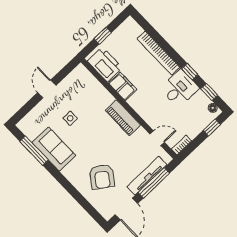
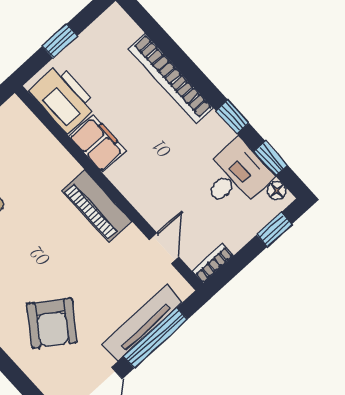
desk: (180, 88) -> (235, 176), moved
door: (157, 138) -> (164, 248), hinge flipped

